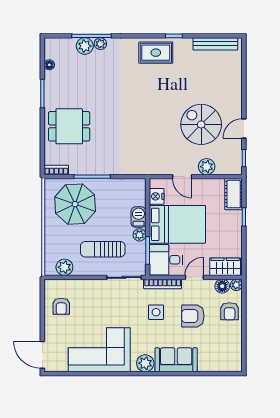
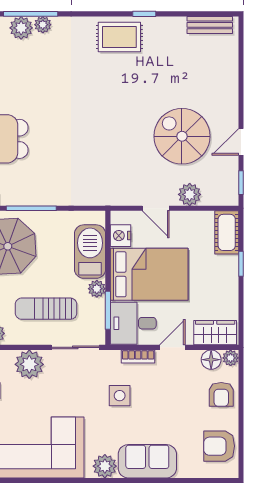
bench: (215, 44) -> (210, 25), width x0.73
barbecue: (138, 217) -> (90, 252), width x1.88, depth x1.53
bookcase: (163, 284) -> (138, 357), width x0.64
plant: (91, 290) -> (29, 364), added
armchair: (193, 316) -> (219, 446), moved

